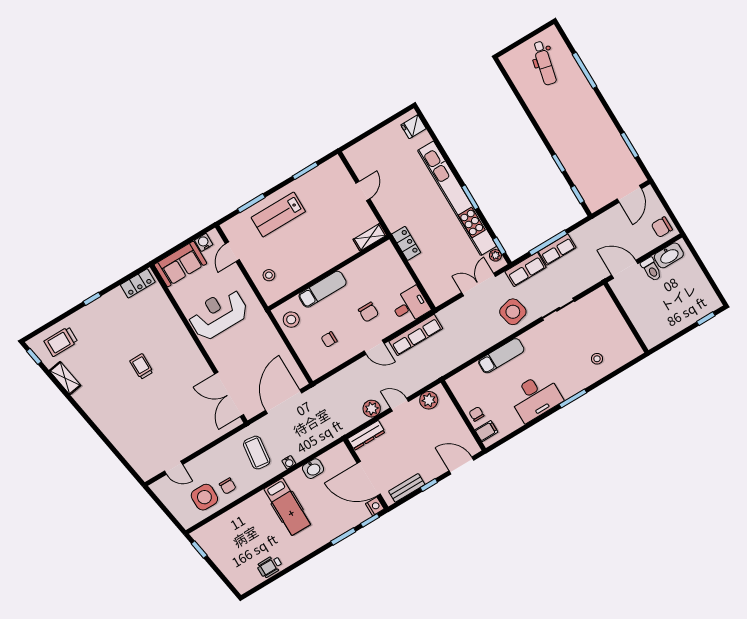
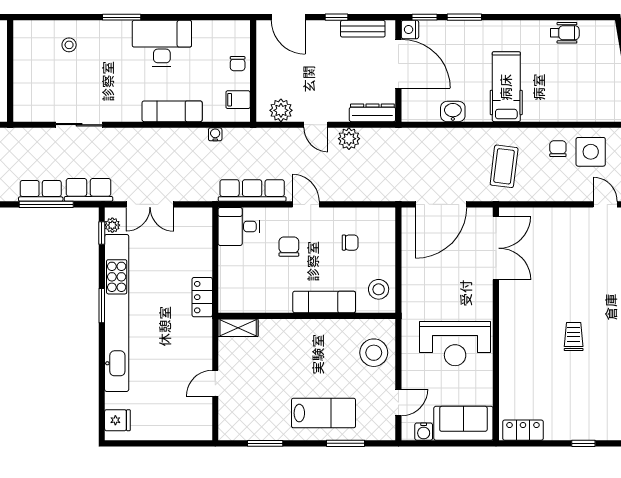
stool: (269, 275) -> (374, 353), width x1.89, depth x1.89
side table: (513, 312) -> (130, 152), removed
trolley: (142, 366) -> (574, 337), turned 180
filing cabinet: (486, 431) -> (238, 100), moved
water cooler: (289, 462) -> (215, 134), moved

